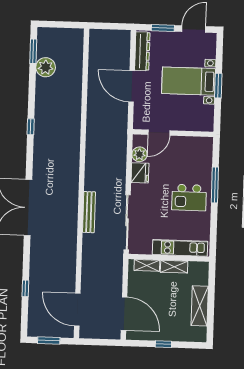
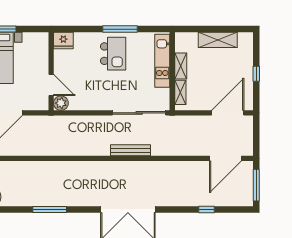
window: (31, 127) -> (50, 209), width x2.17
plant: (139, 154) -> (61, 103), moved
fridge: (140, 173) -> (63, 41), moved, turned 180
window: (215, 185) -> (120, 29), moved
window: (49, 340) -> (256, 185), width x1.44

